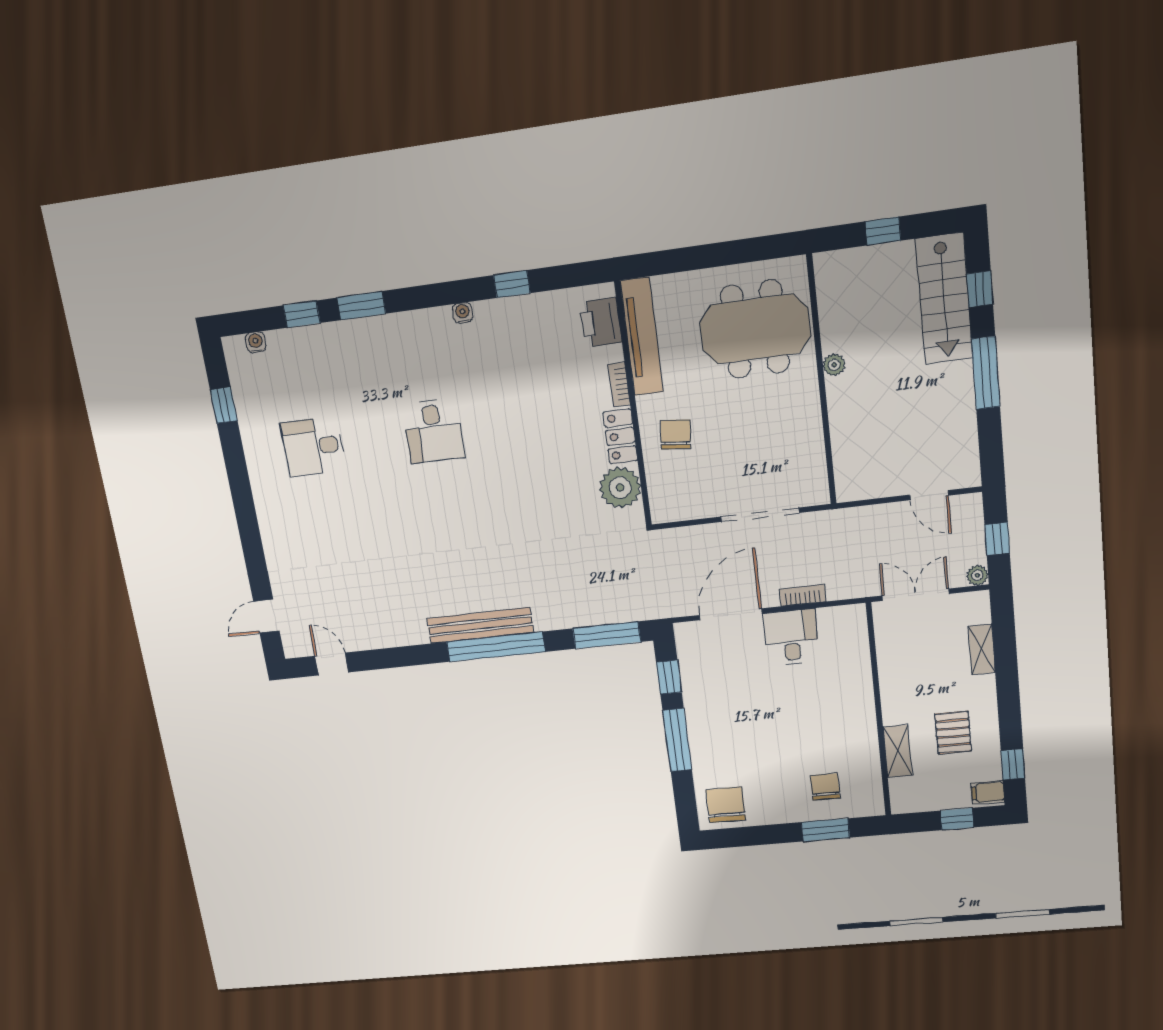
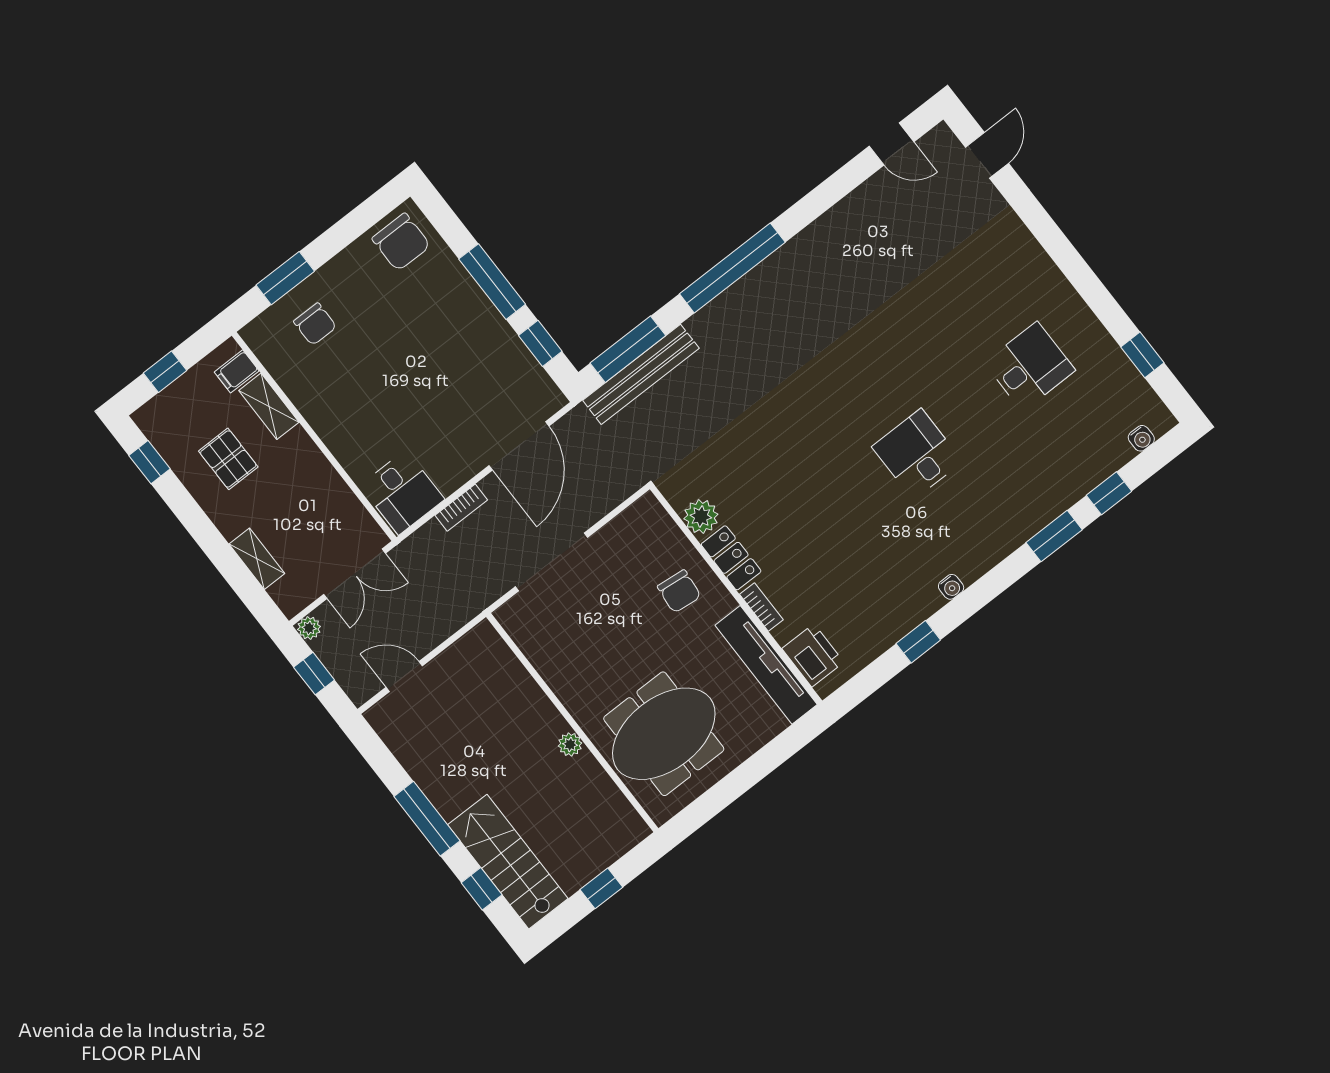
plant: (620, 488) -> (701, 516), width x0.73, depth x0.73
bench: (480, 625) -> (641, 374), moved
desk: (791, 637) -> (402, 492), moved
filing cabinet: (988, 792) -> (237, 371), moved, turned 180

